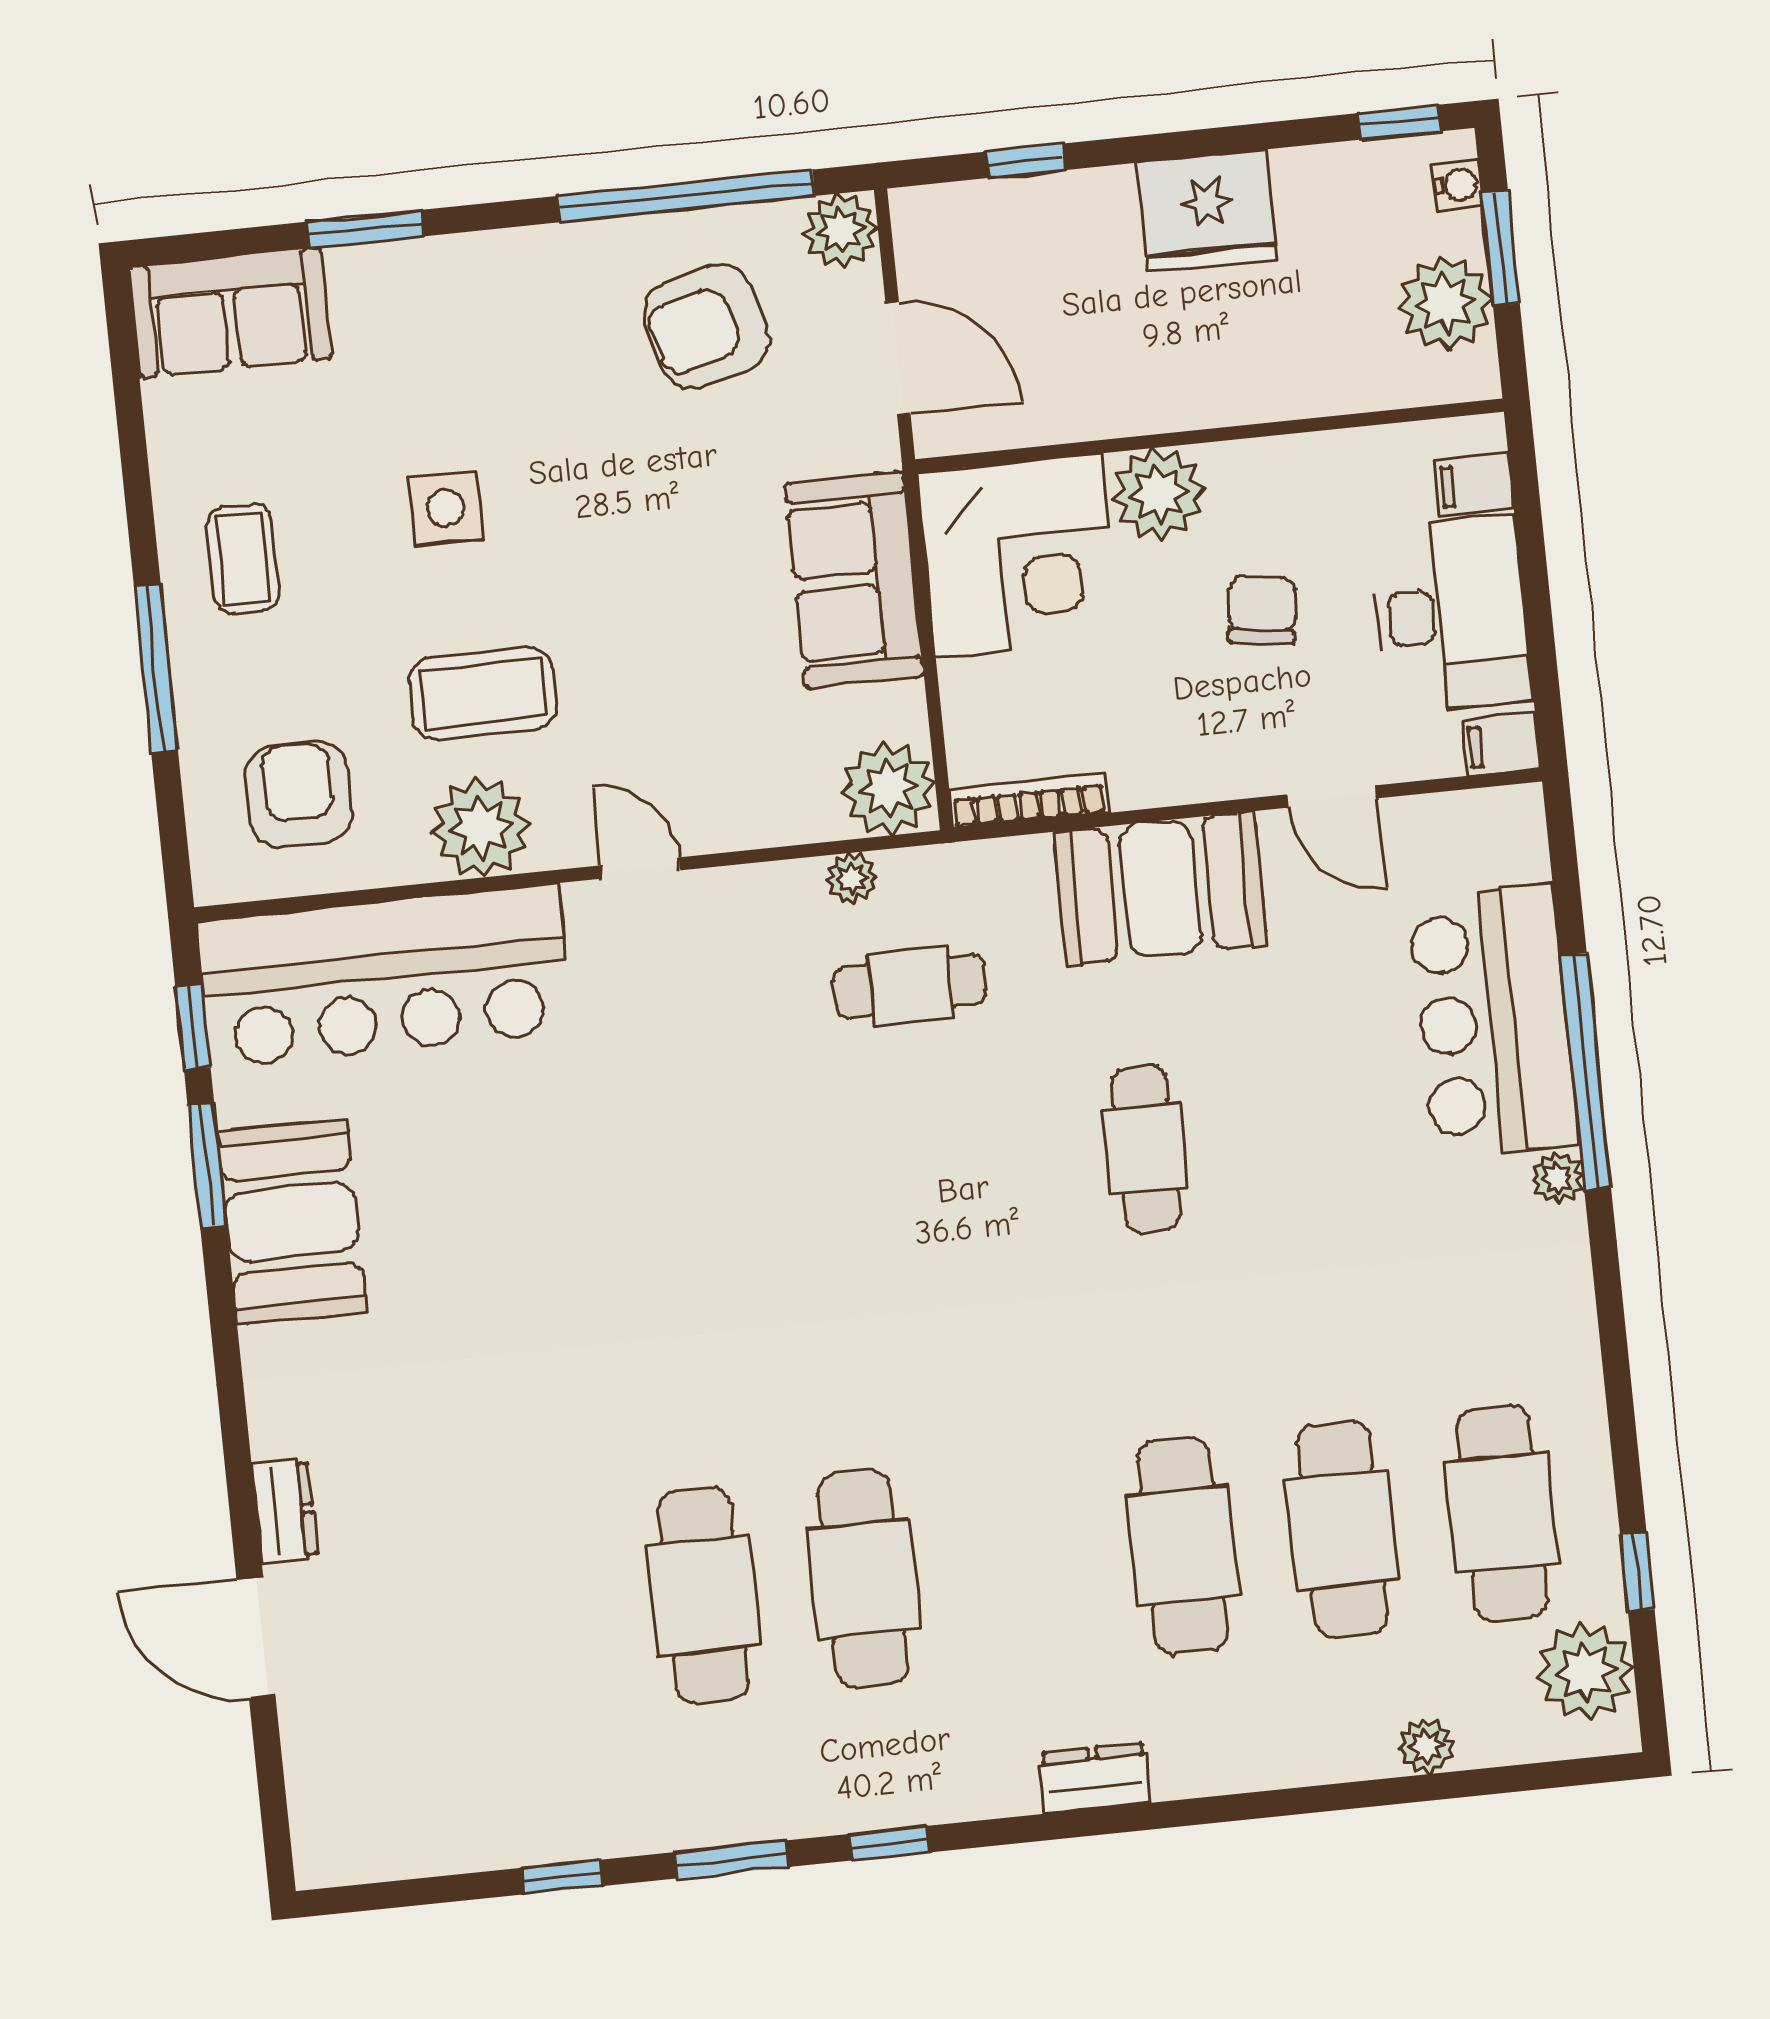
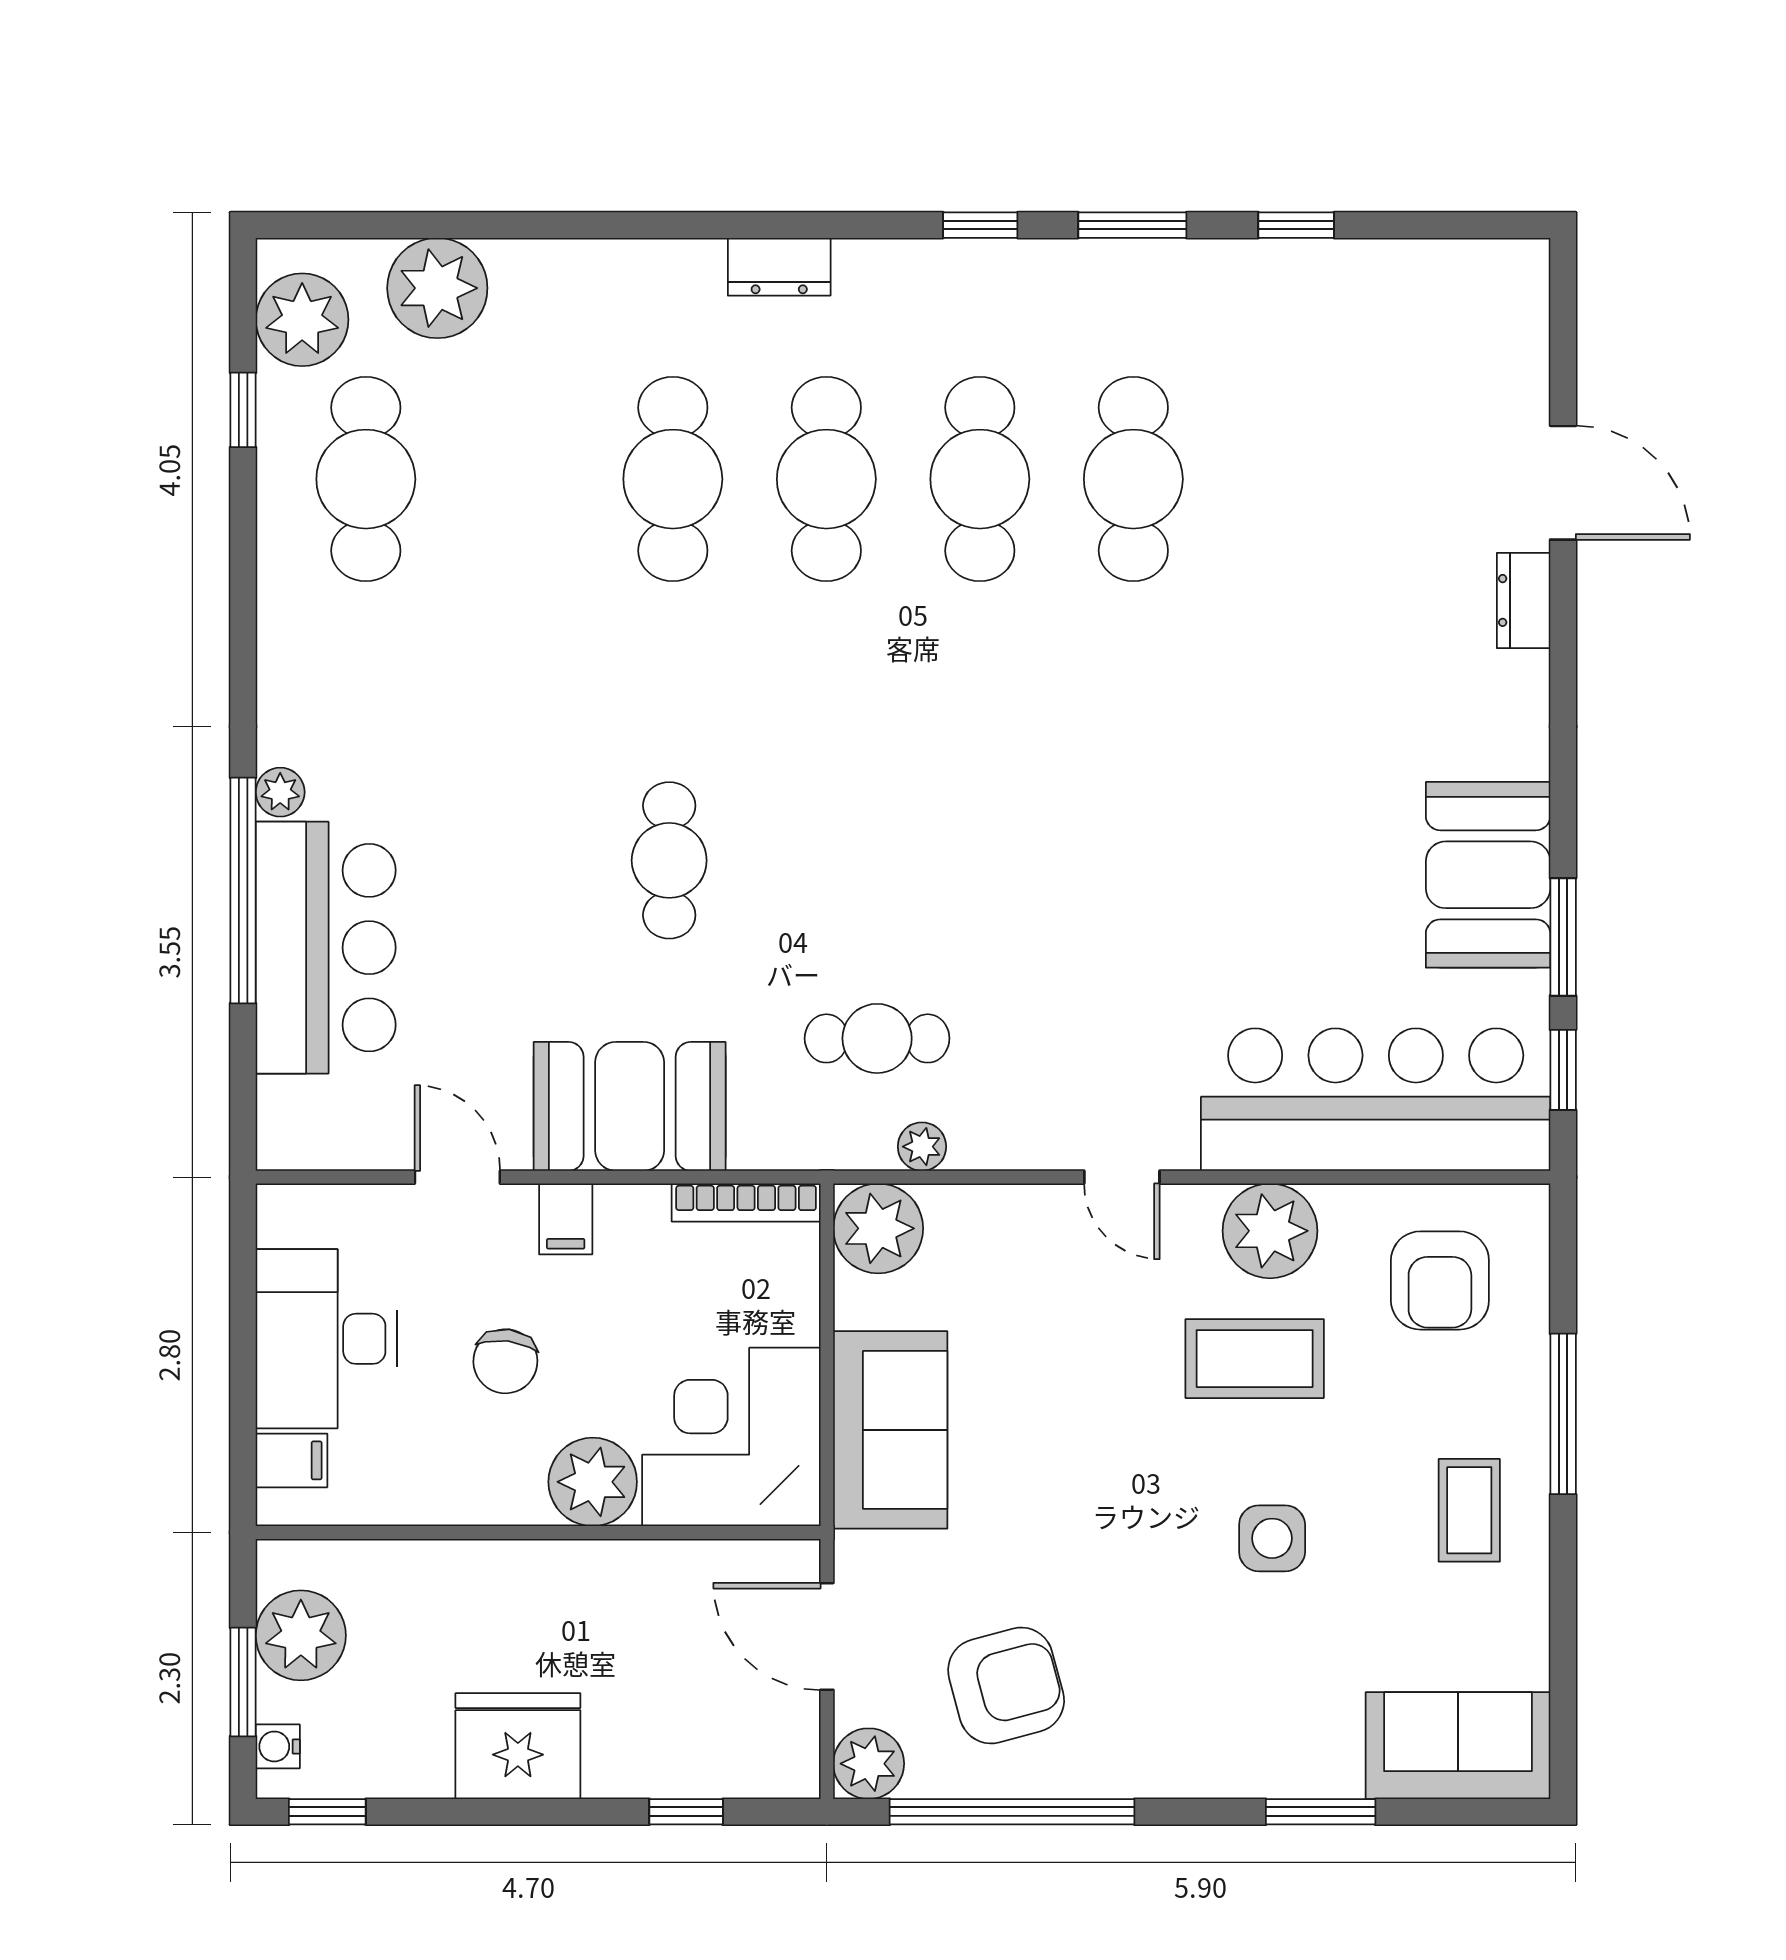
filing cabinet: (1501, 744) -> (566, 1219), moved, turned 90
cafe table: (1342, 1529) -> (826, 479), moved
plant: (1426, 1746) -> (437, 288), width x1.87, depth x1.87

